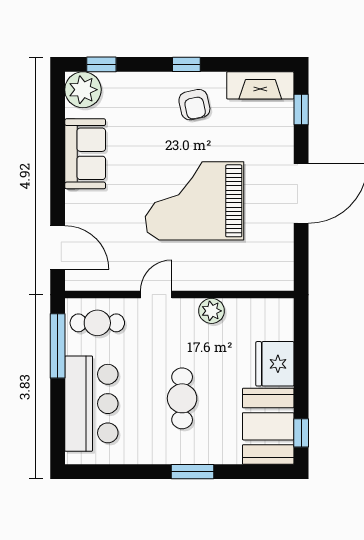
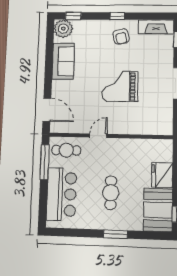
grand piano: (195, 201) -> (120, 86), width x0.73, depth x0.68
plant: (212, 311) -> (128, 145), removed

